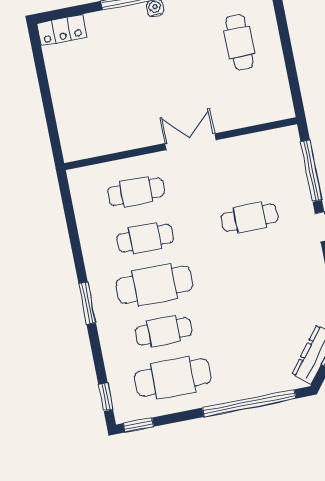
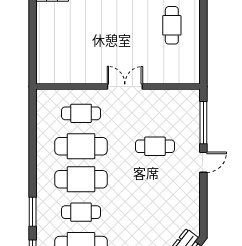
cafe table: (145, 238) -> (81, 146), width x1.37, depth x1.35
window: (87, 303) -> (33, 212), moved

